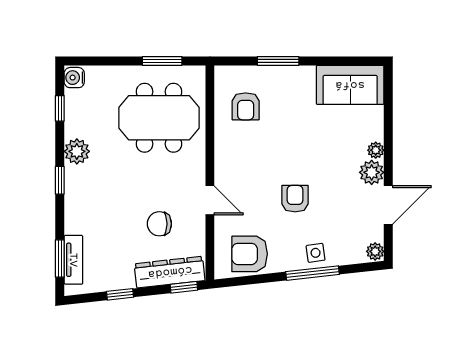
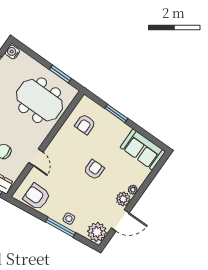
armchair: (295, 199) -> (94, 170), moved
plant: (375, 251) -> (97, 232), width x1.87, depth x1.87

